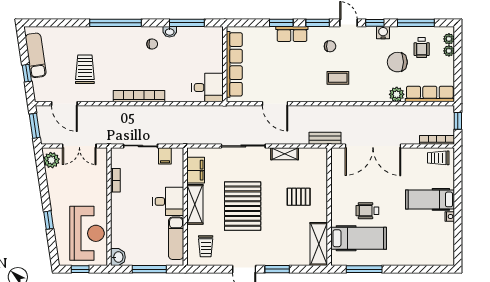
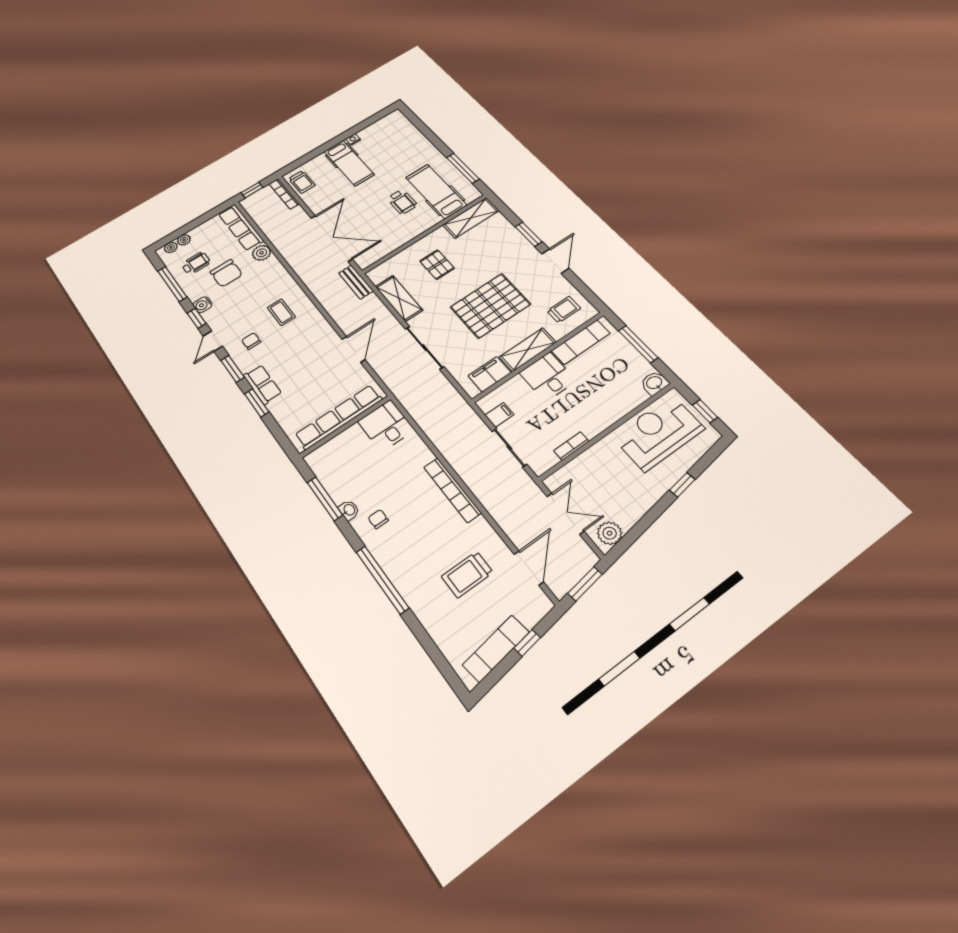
shelving: (285, 154) -> (399, 298), width x1.50, depth x1.33

